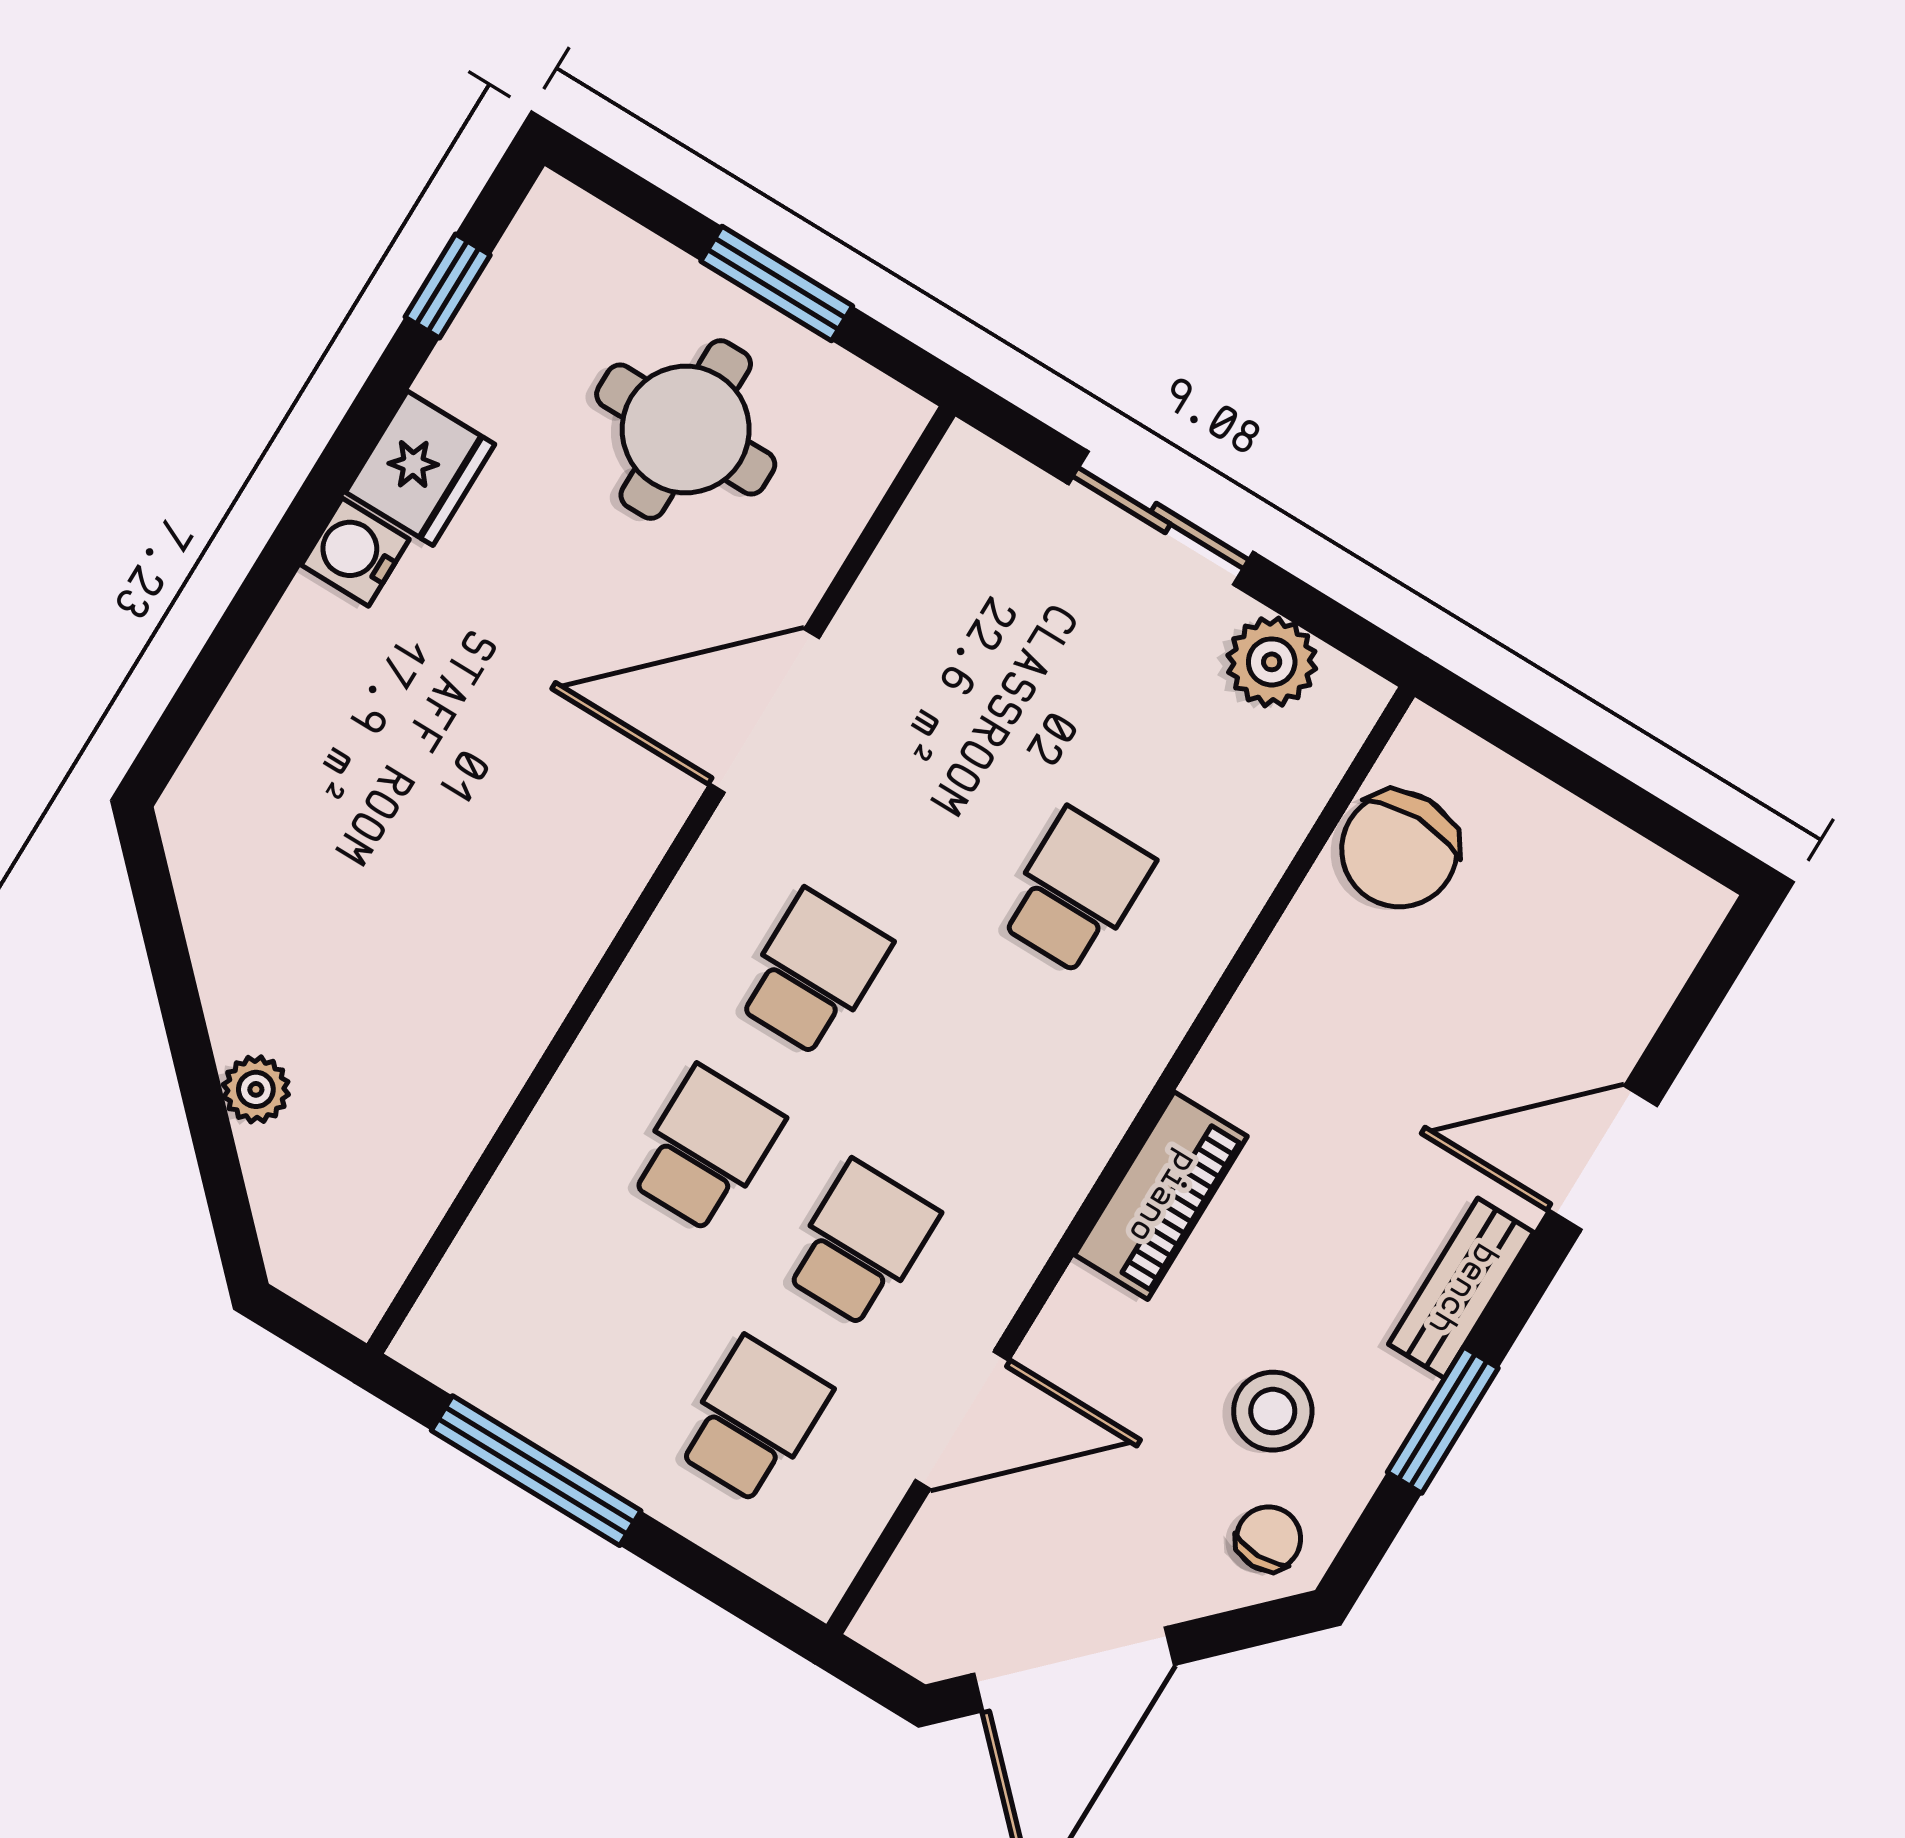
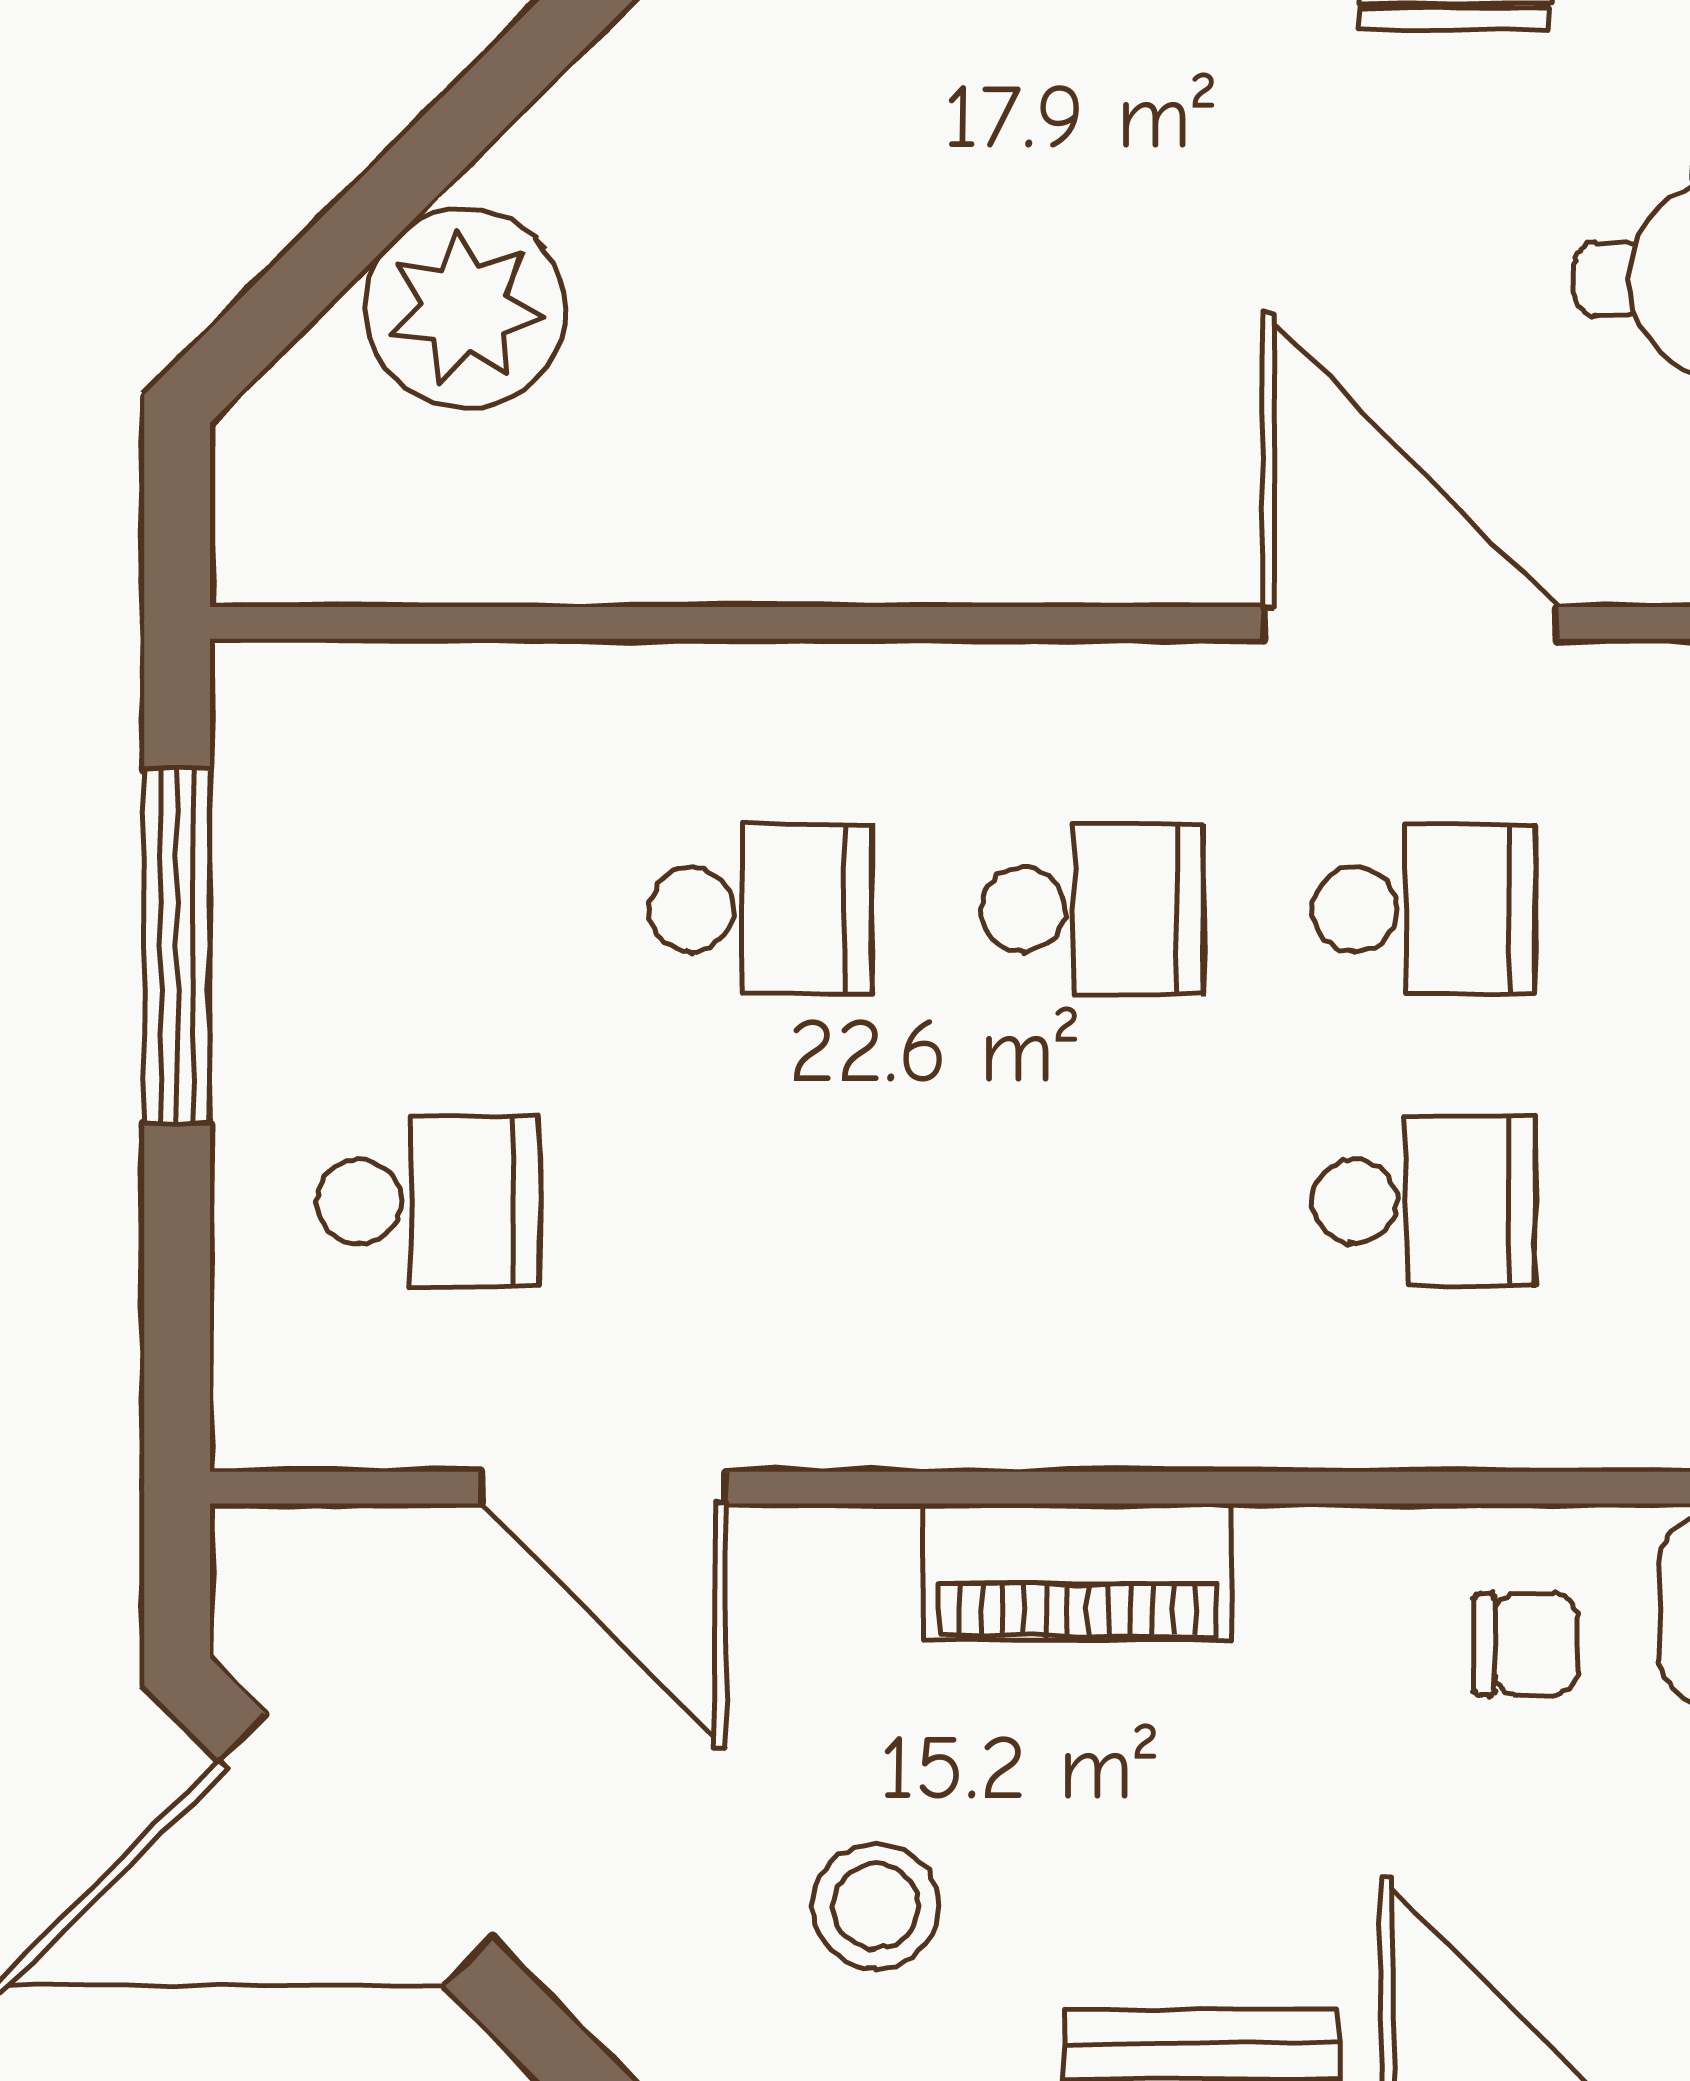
plant: (256, 1089) -> (466, 308), width x1.88, depth x1.88
school desk: (861, 1244) -> (1424, 909), moved
chair: (1269, 1539) -> (1526, 1644), moved

